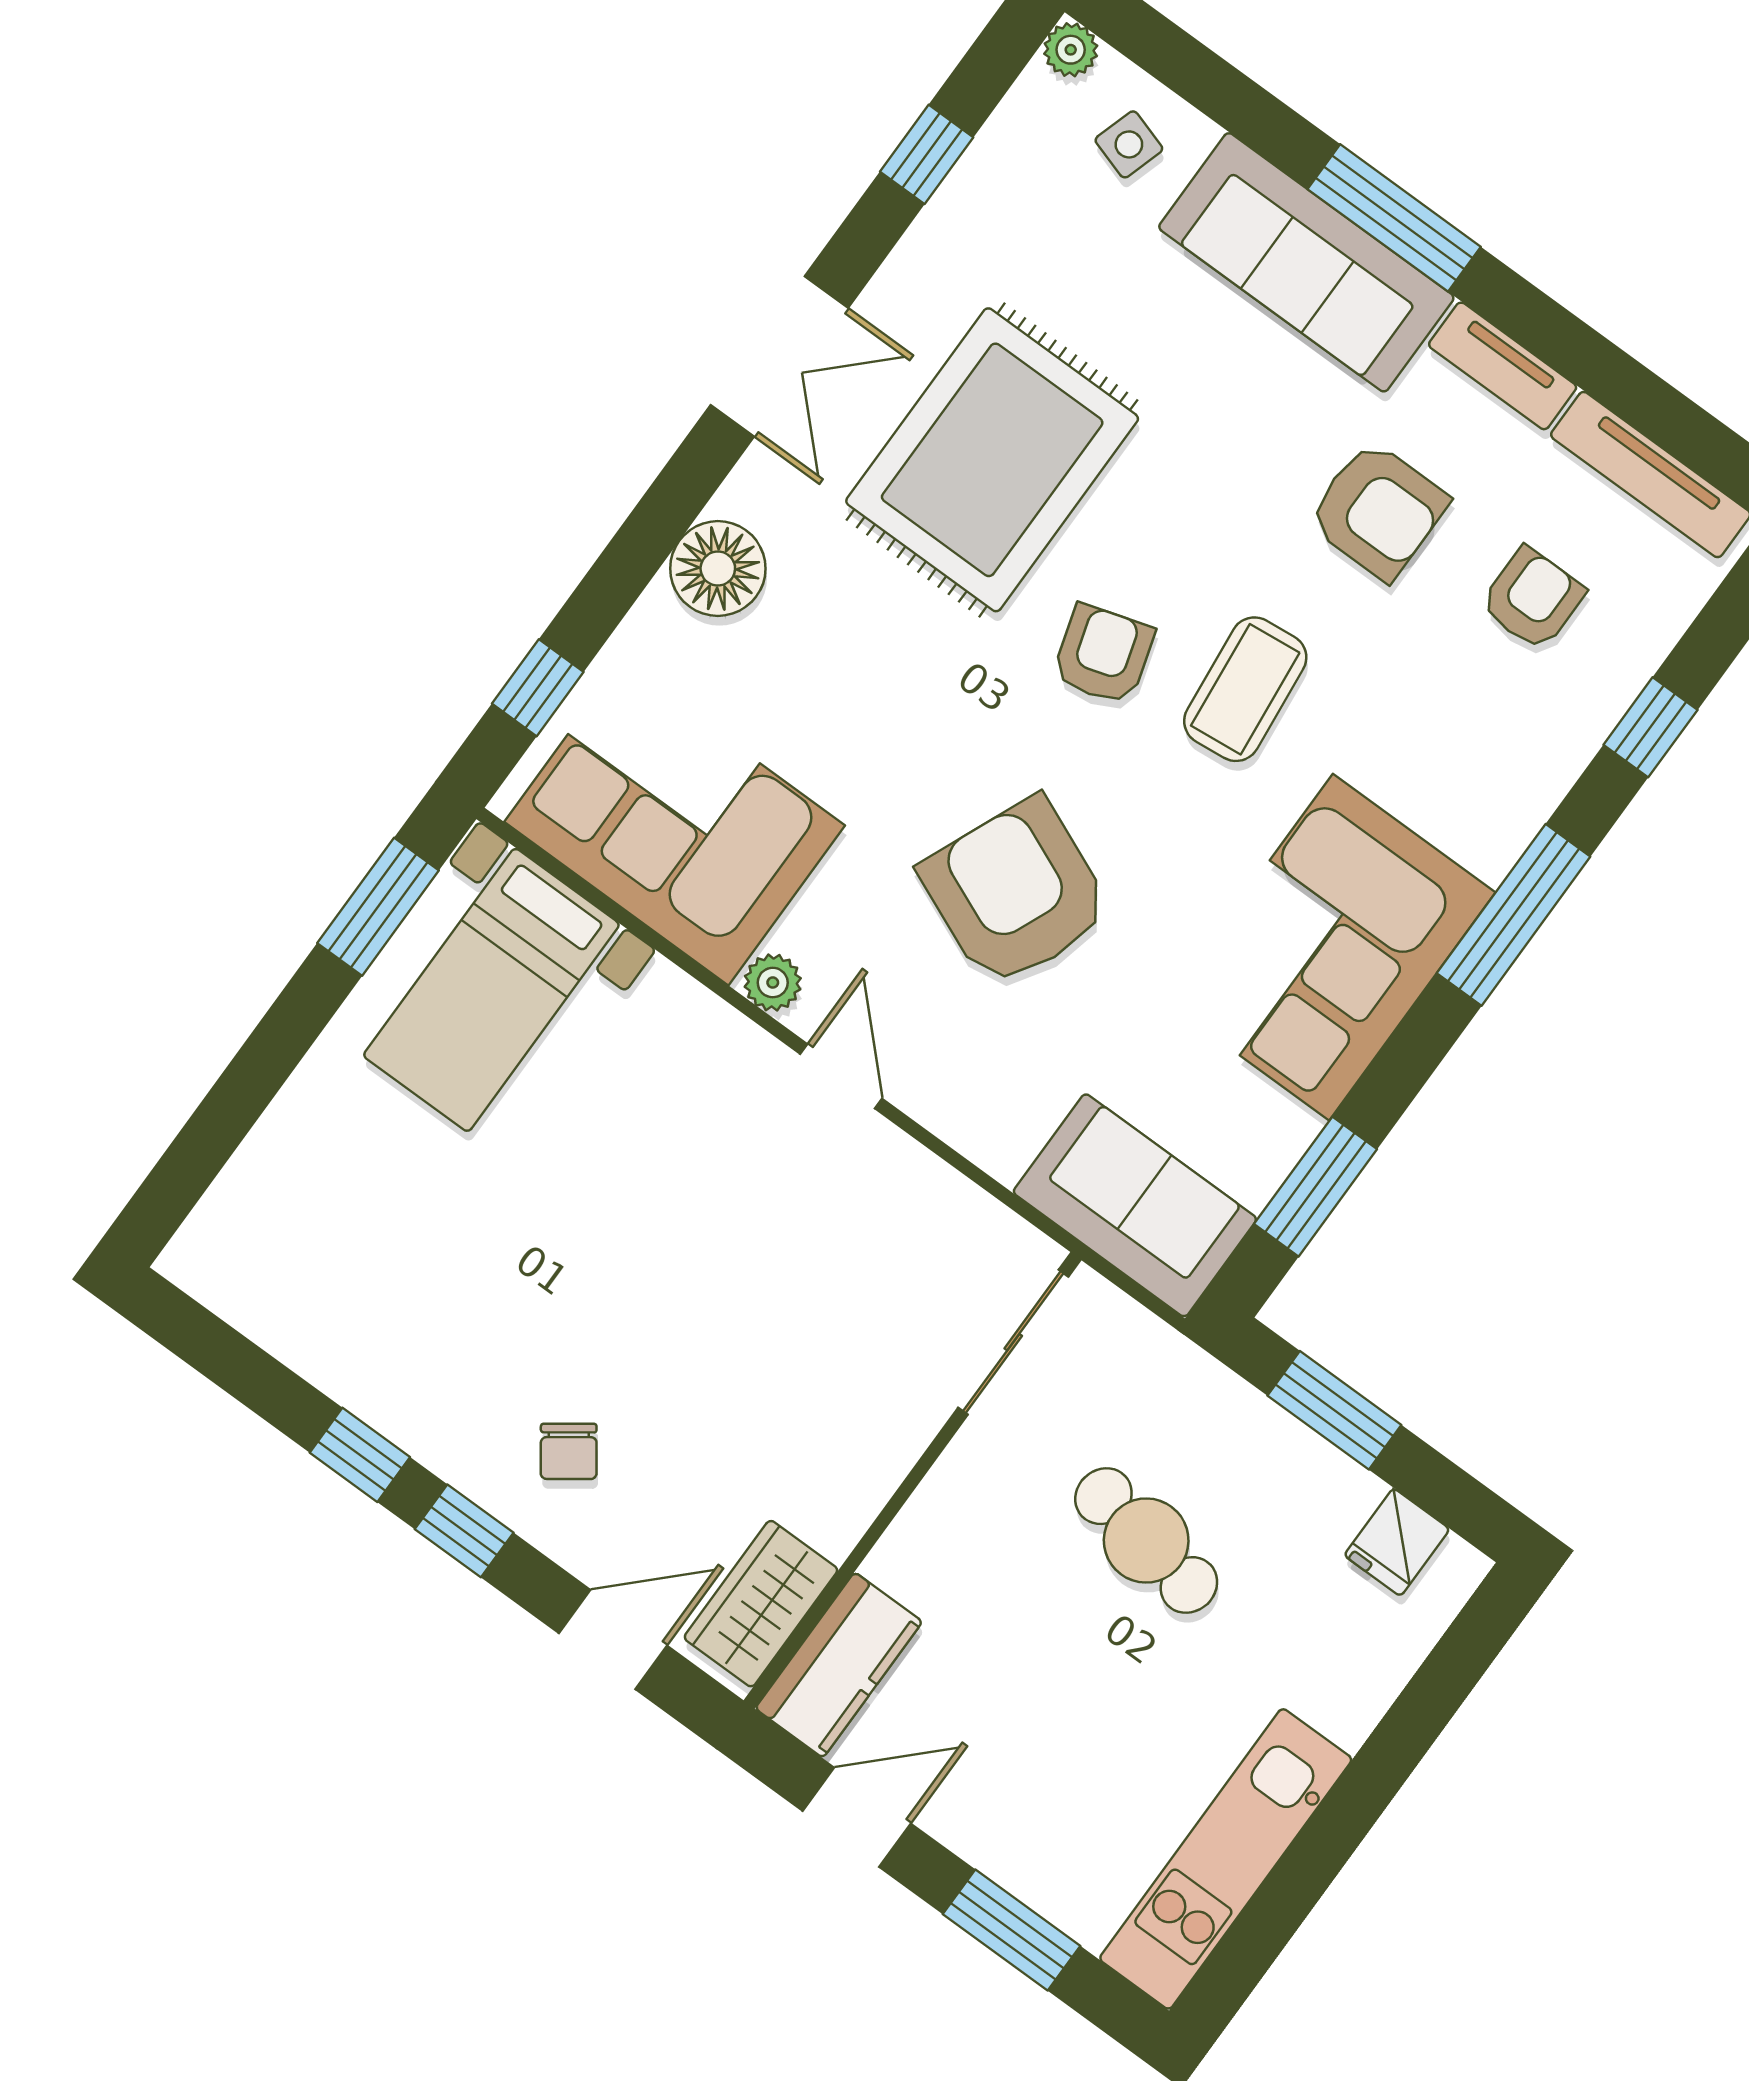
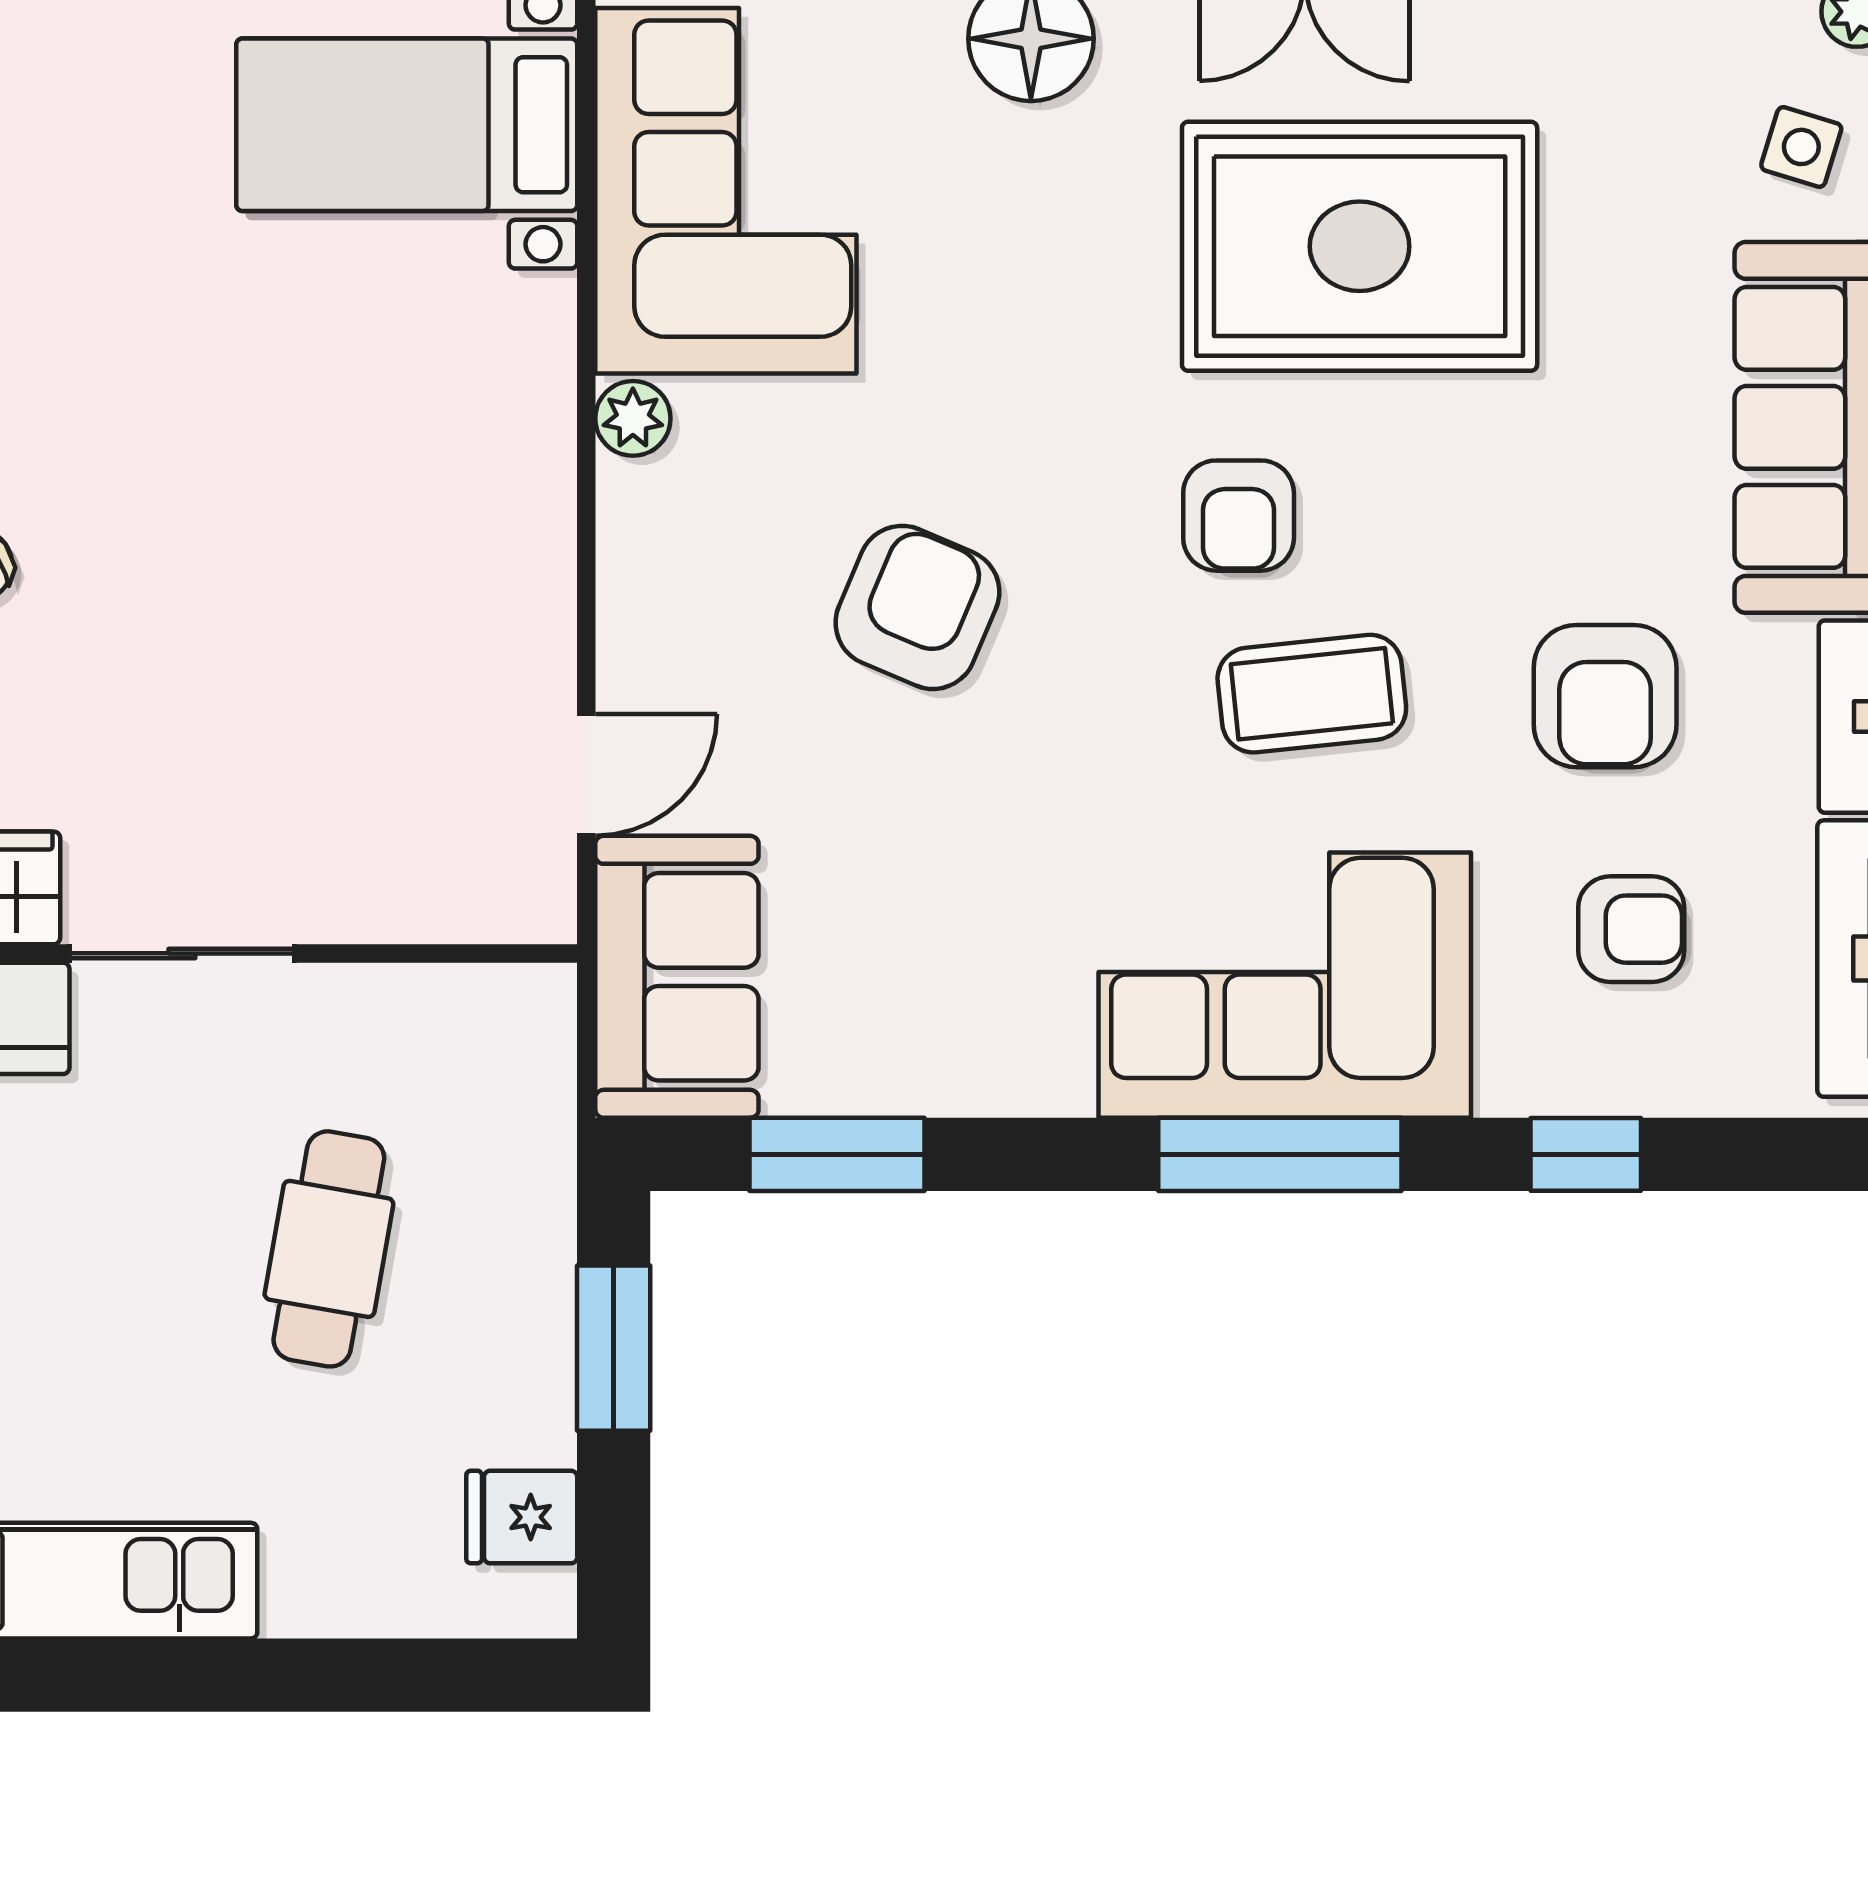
armchair: (1103, 654) -> (1239, 516), turned 107
armchair: (1016, 893) -> (917, 607), width x0.73, depth x0.73
corner sofa: (1331, 947) -> (1285, 985), moved
door: (841, 1076) -> (586, 775), moved
sliding door: (1013, 1342) -> (182, 953), moved

